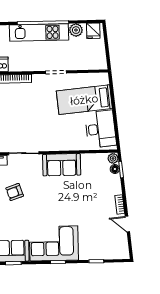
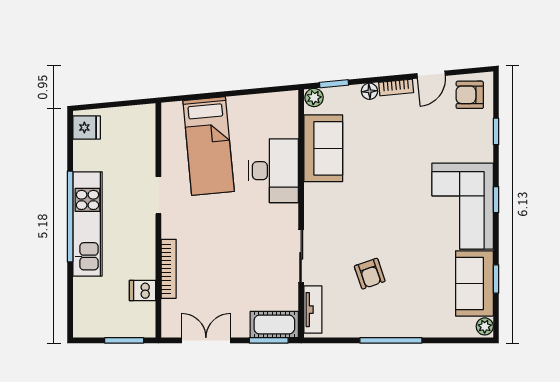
plant: (76, 30) -> (85, 158), removed
desk: (101, 129) -> (273, 171), moved, turned 95
sofa: (62, 165) -> (323, 148), moved
floor lamp: (115, 169) -> (369, 91), moved
armchair: (117, 246) -> (470, 95), added

